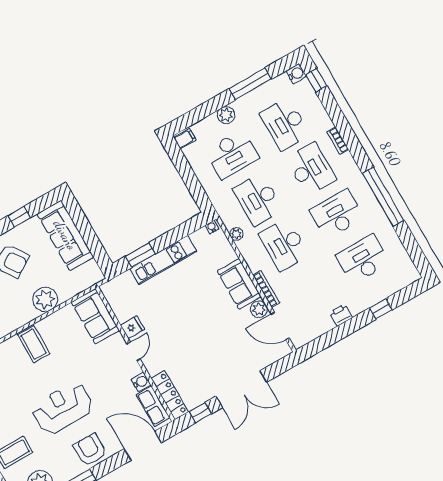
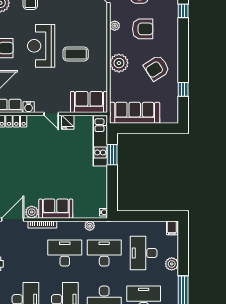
sofa: (65, 235) -> (135, 113), moved
kitchen unit: (163, 260) -> (100, 141), moved
plant: (45, 299) -> (119, 63), moved
coffee table: (34, 344) -> (76, 54), moved
reception desk: (62, 408) -> (41, 46), turned 180

